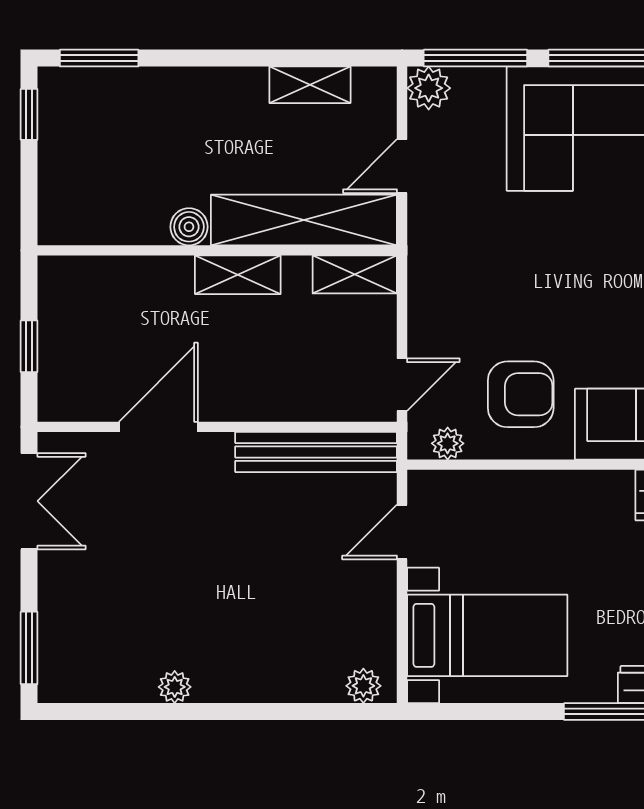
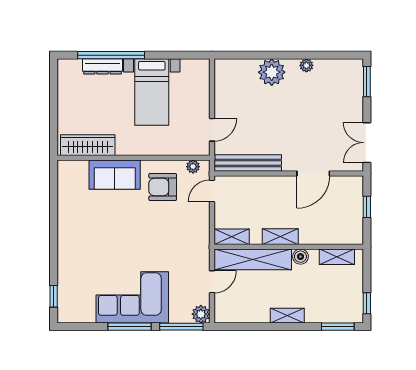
shelving: (310, 85) -> (287, 316), moved
shelving: (102, 226) -> (337, 257), added
bed with nightstands: (487, 635) -> (152, 92), moved, turned -90
plant: (363, 686) -> (272, 72), moved, width x1.87, depth x1.87

